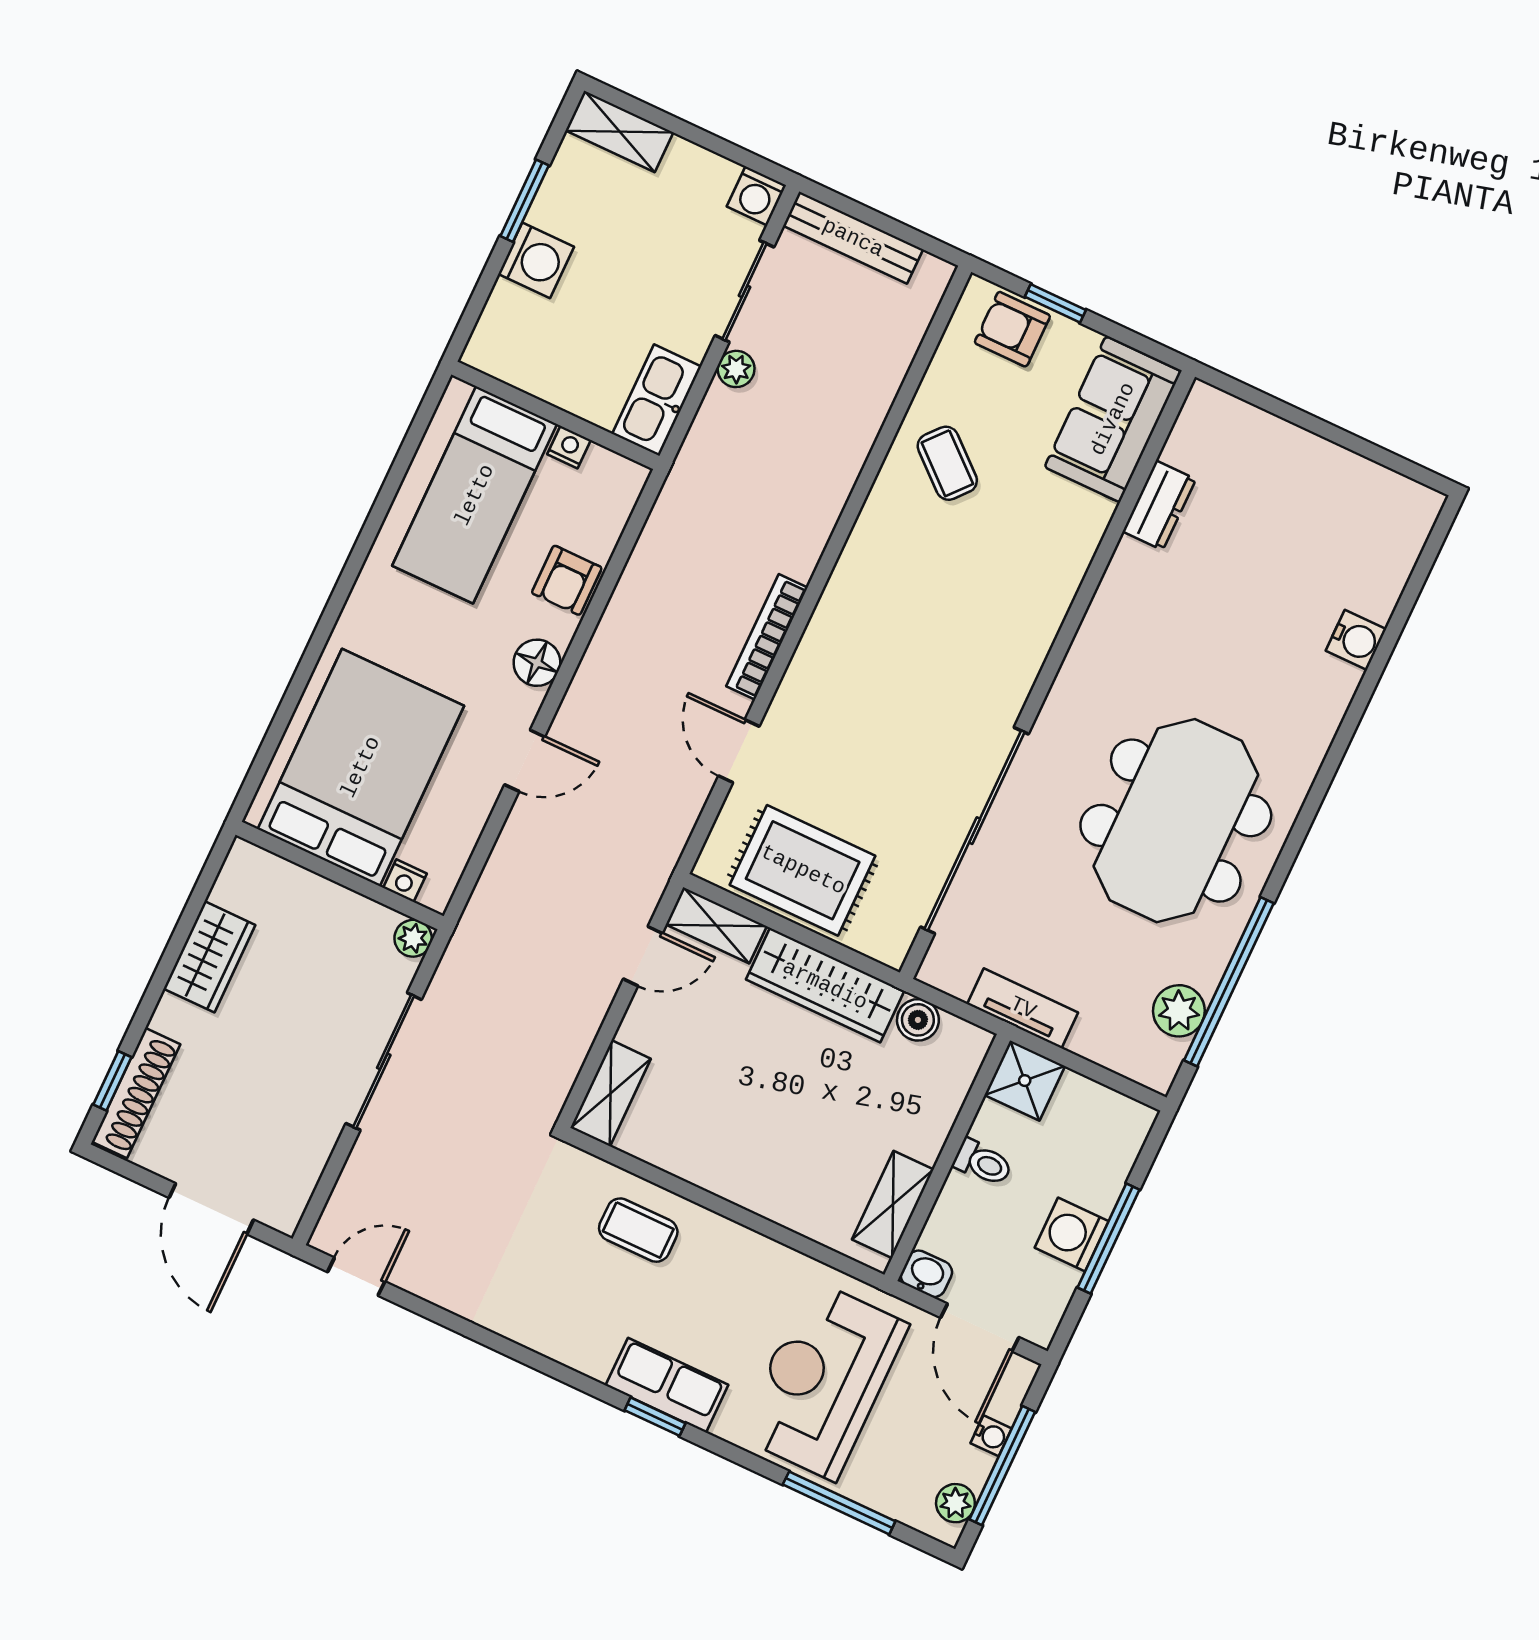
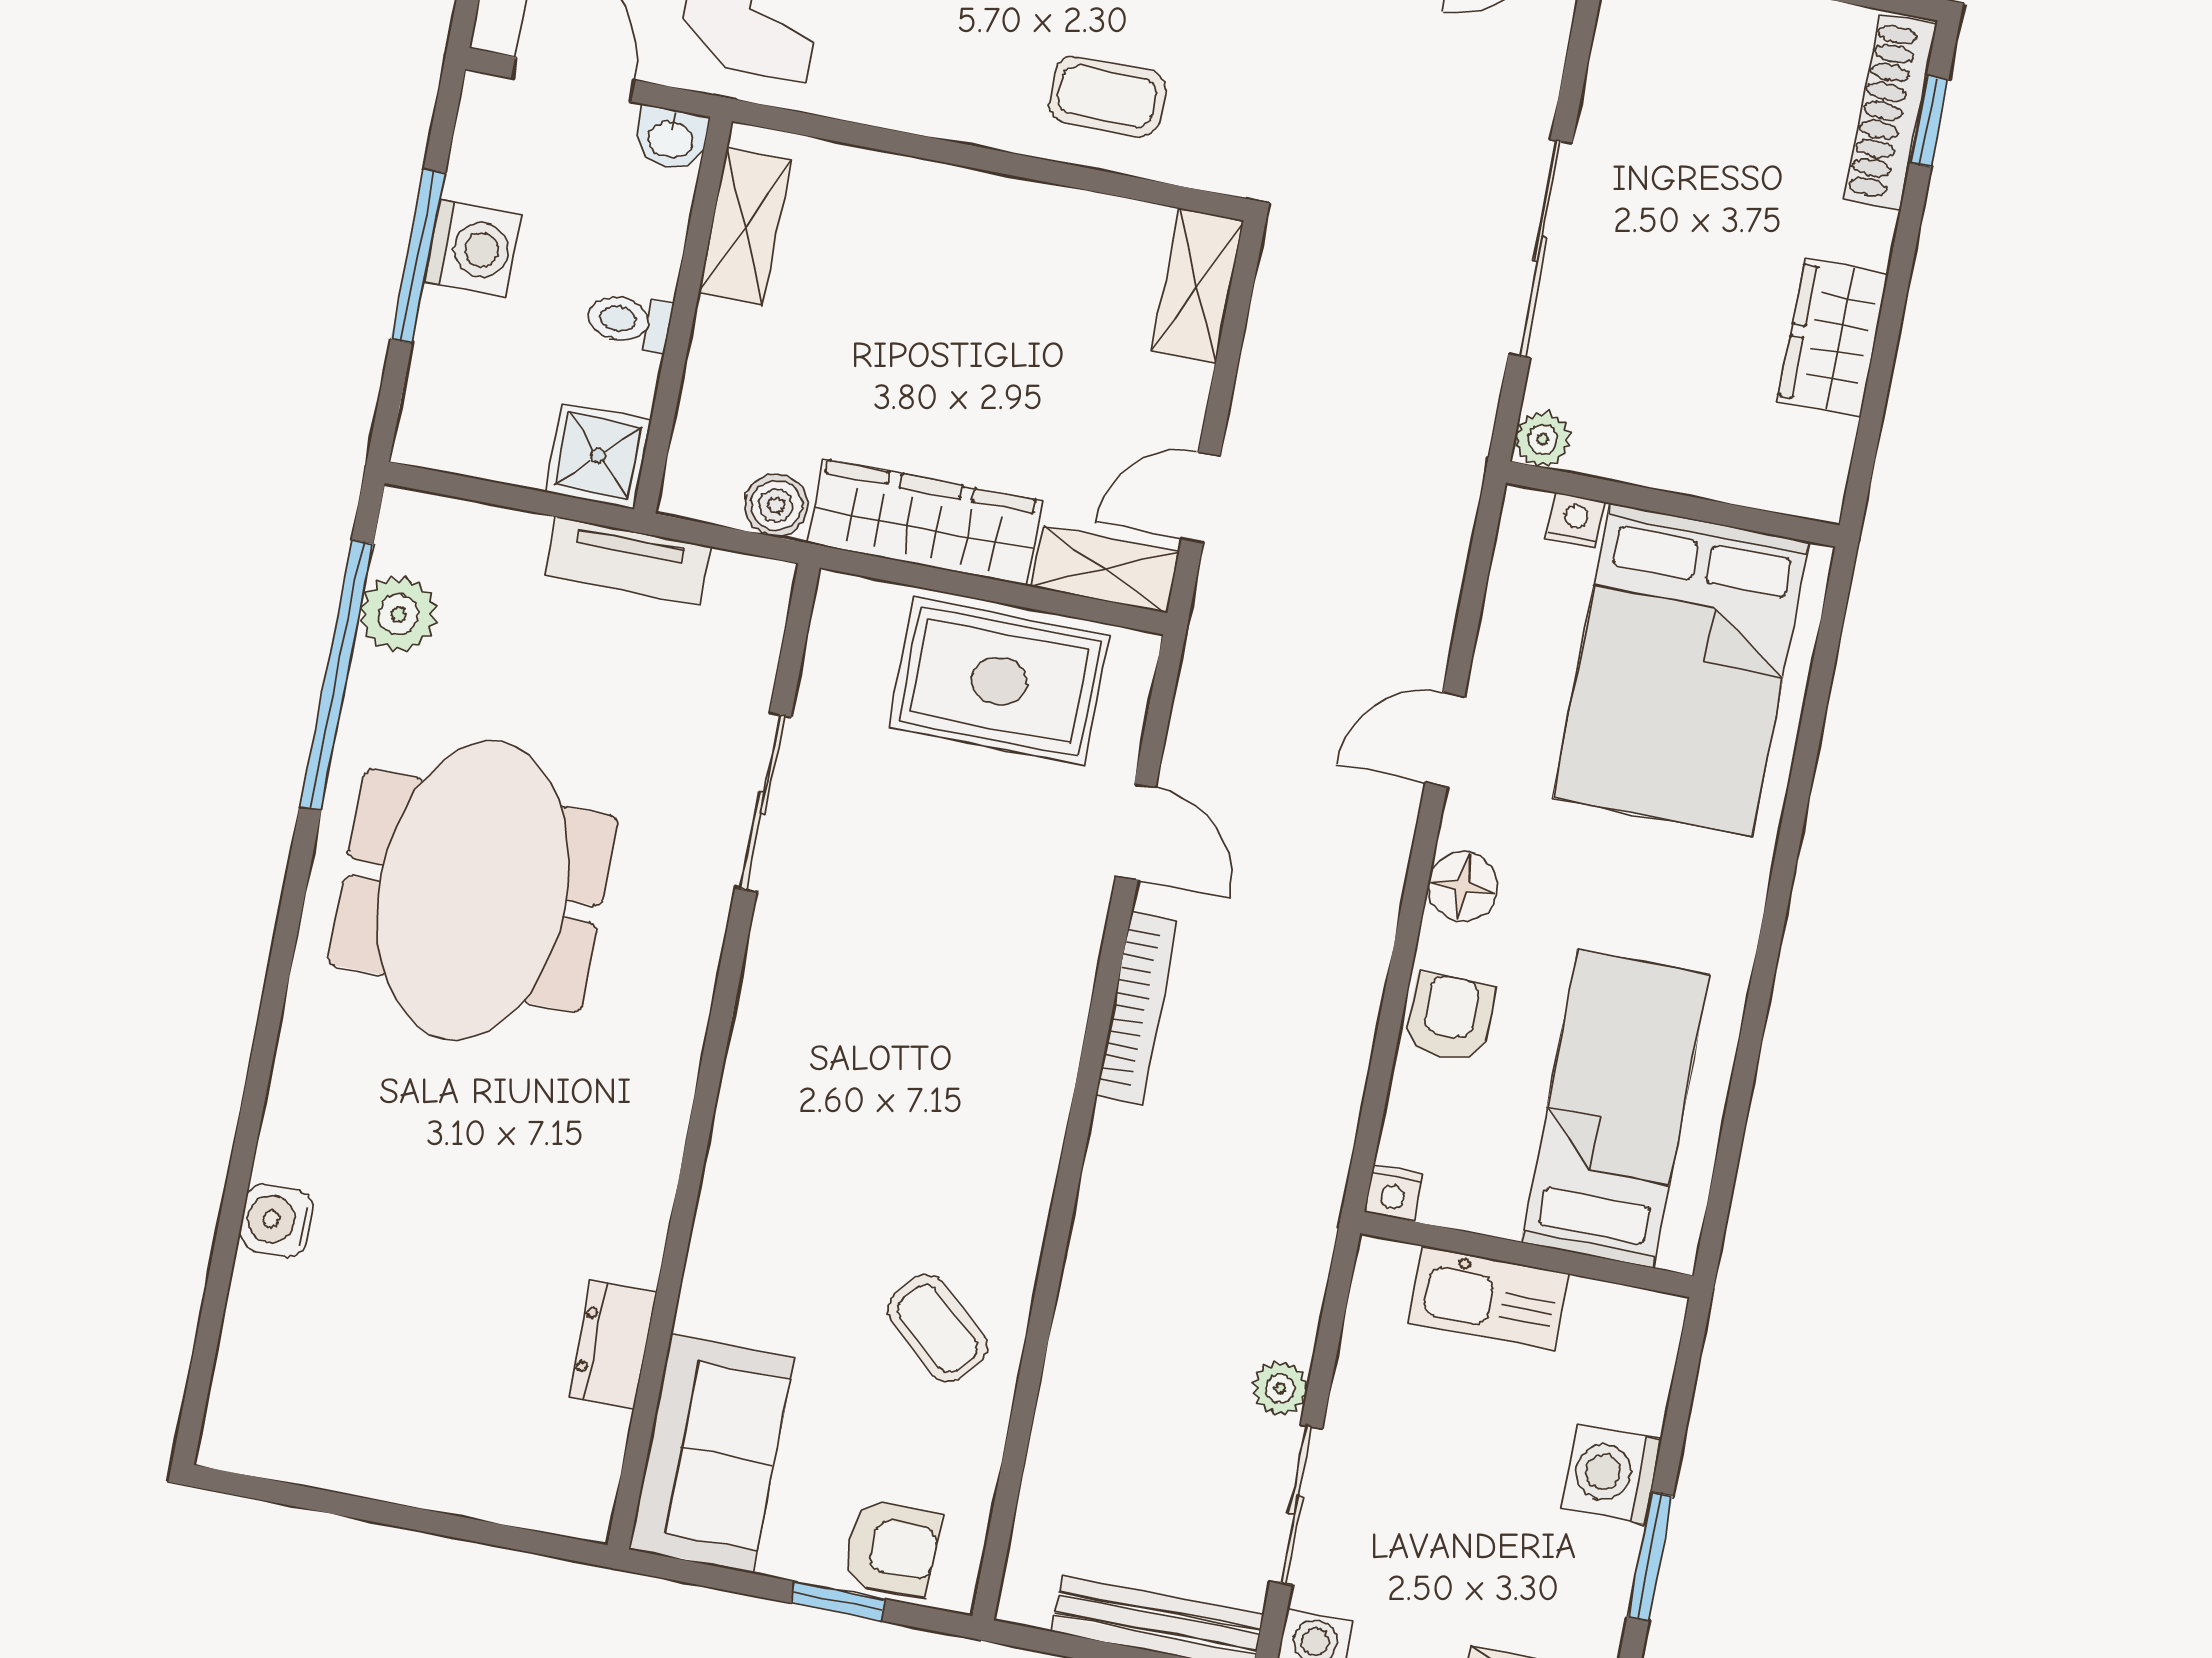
kitchen sink: (657, 400) -> (1489, 1298), moved, turned 90
nightstand: (569, 447) -> (1393, 1193), moved
sliding door: (974, 831) -> (763, 802), width x0.54

